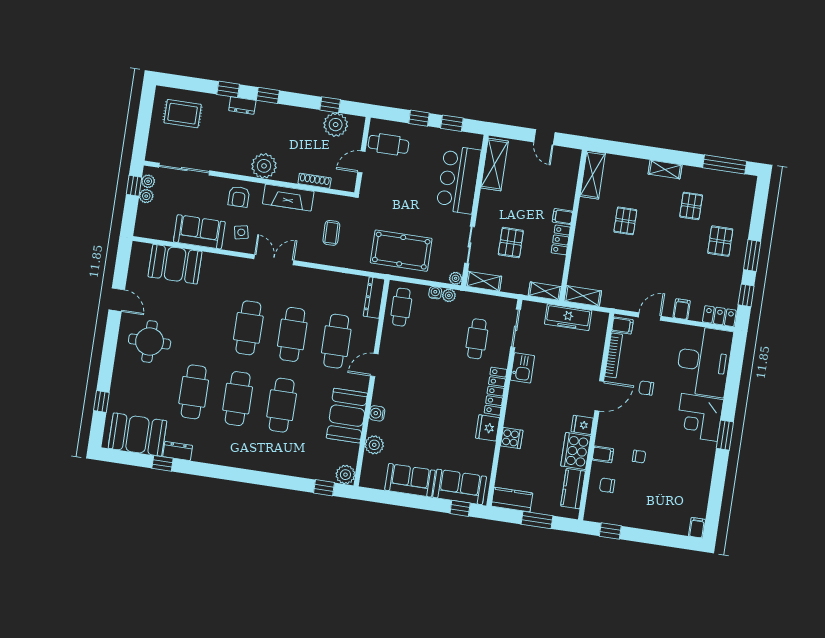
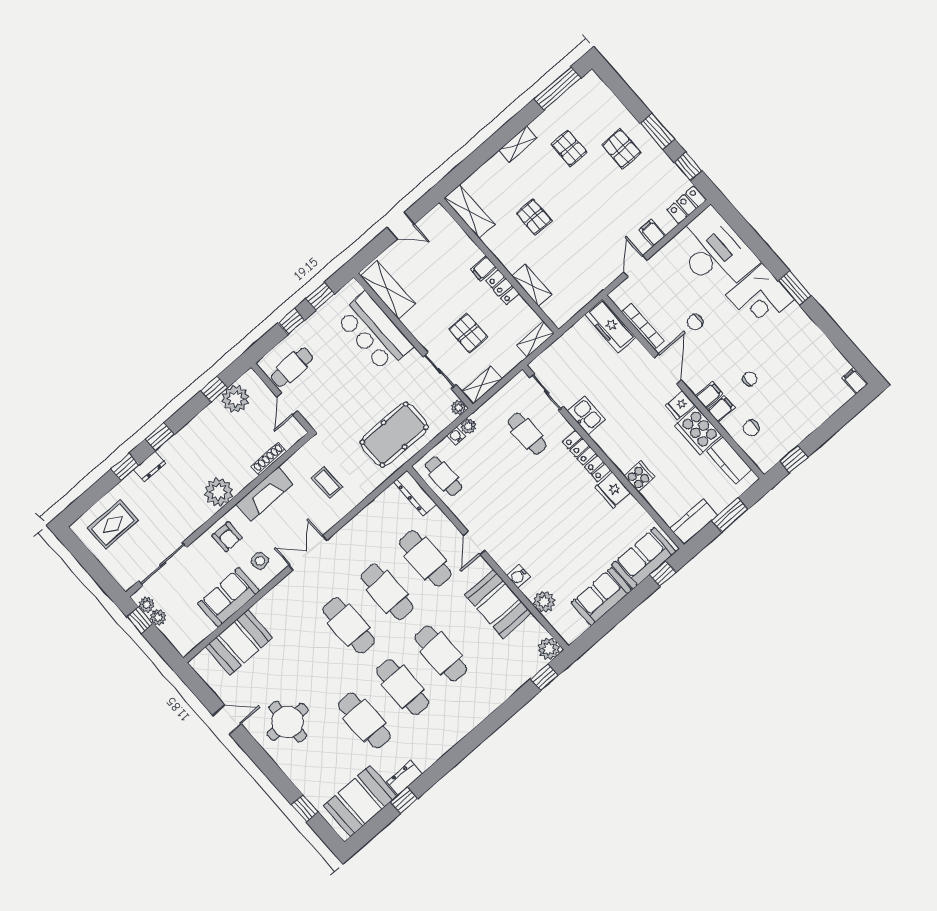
shelving: (583, 296) -> (532, 285), moved, turned 90
freezer: (568, 317) -> (610, 326), moved, turned 90
filing cabinet: (622, 325) -> (709, 395), moved

